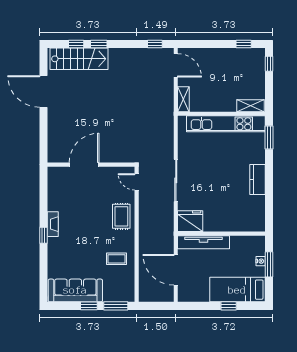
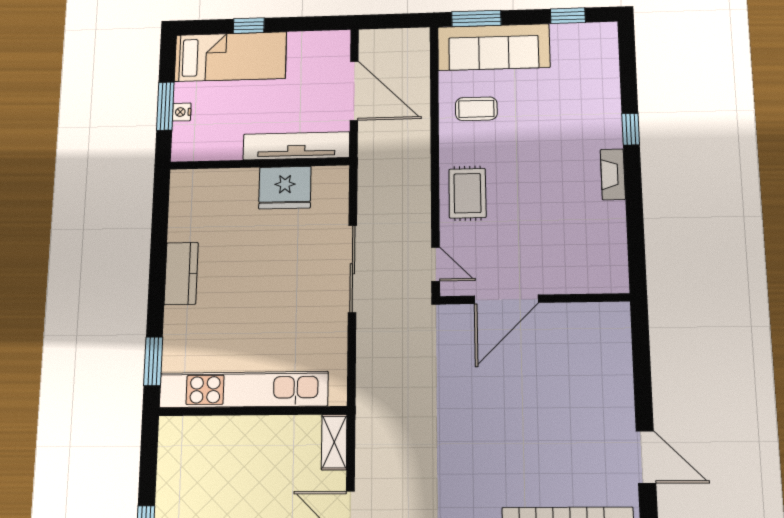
door: (44, 92) -> (646, 457), width x0.73
shelving: (251, 106) -> (189, 429), removed
door: (84, 165) -> (506, 299), moved
fridge: (190, 221) -> (285, 188), moved
window: (44, 235) -> (631, 129), moved
sofa: (75, 290) -> (494, 47), moved
window: (89, 306) -> (568, 16), moved

